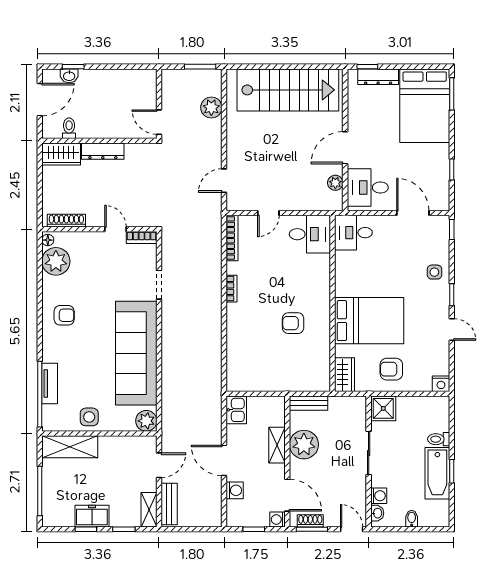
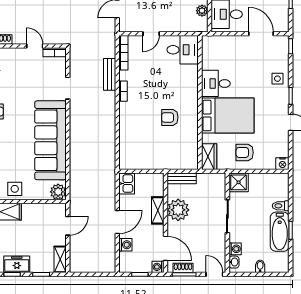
desk: (353, 233) -> (216, 83), moved
door: (224, 460) -> (117, 222), swing flipped
bench: (169, 504) -> (110, 74), moved

